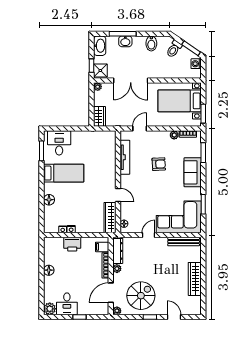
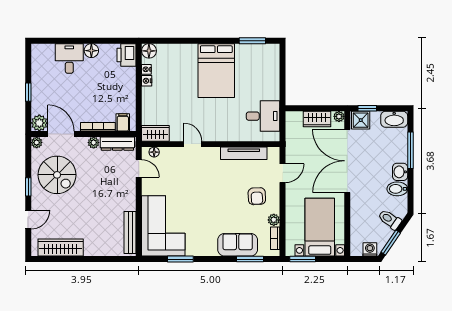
washbasin: (125, 41) -> (400, 172), moved
double door: (131, 81) -> (347, 161), width x1.36
wardrobe: (99, 116) -> (317, 119), moved
door: (140, 128) -> (283, 173), hinge flipped
desk: (59, 143) -> (263, 116), moved
armchair: (159, 164) -> (257, 196), moved
sofa: (193, 172) -> (238, 245), moved
bed: (64, 173) -> (216, 71), width x1.50
door: (118, 195) -> (193, 144), swing flipped
floor lamp: (49, 200) -> (149, 51), moved
wardrobe: (110, 218) -> (155, 133), width x0.67
door: (149, 235) -> (139, 168), moved
printer: (72, 244) -> (127, 55), moved
wardrobe: (195, 279) -> (61, 248), moved
desk: (67, 304) -> (69, 58), moved, turned 90
plant: (50, 309) -> (39, 123), moved

